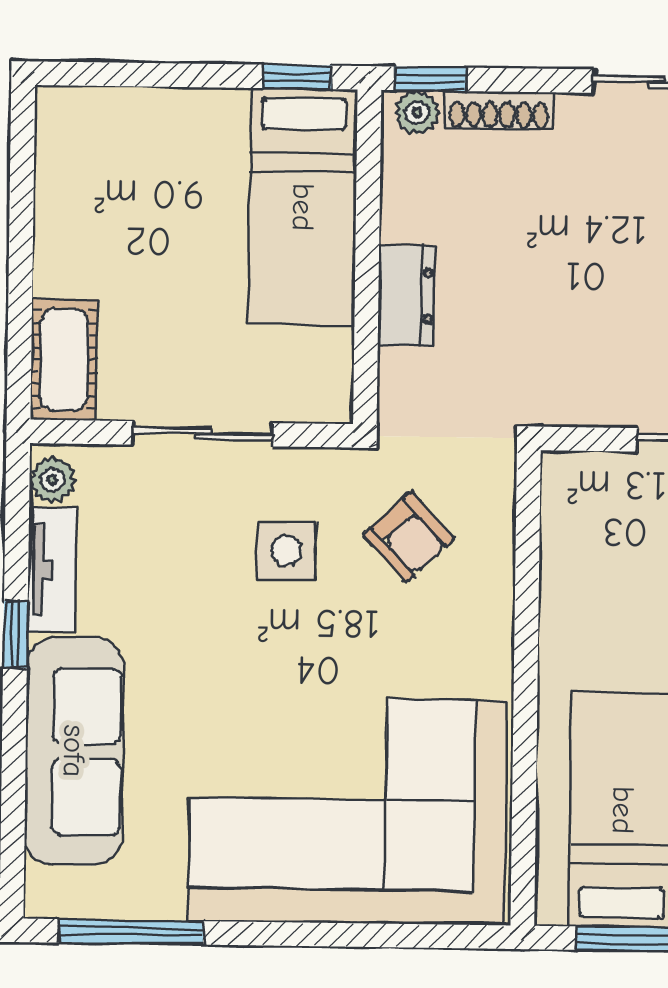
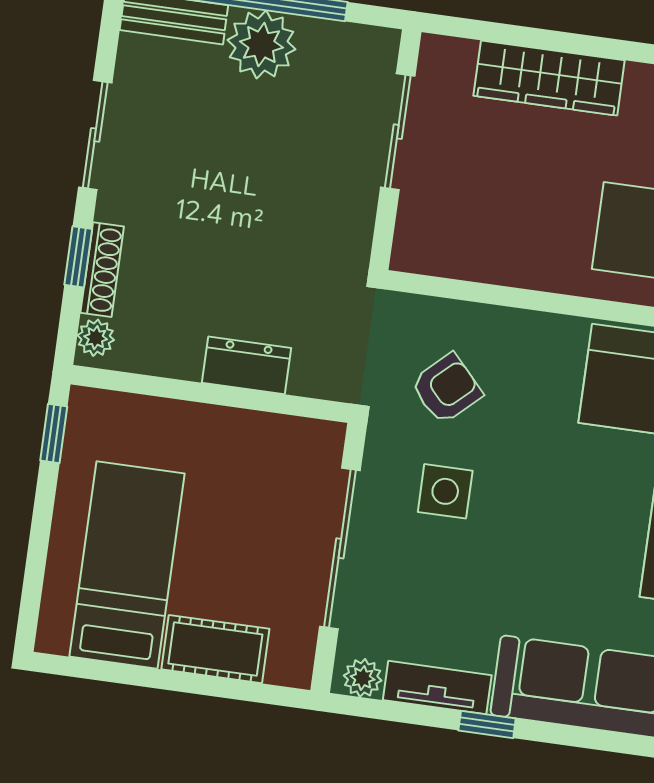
window: (430, 79) -> (78, 257), moved
bed: (303, 207) -> (127, 565), moved, turned -90
cot: (64, 359) -> (215, 649), moved
sliding door: (203, 434) -> (340, 548), width x1.37

